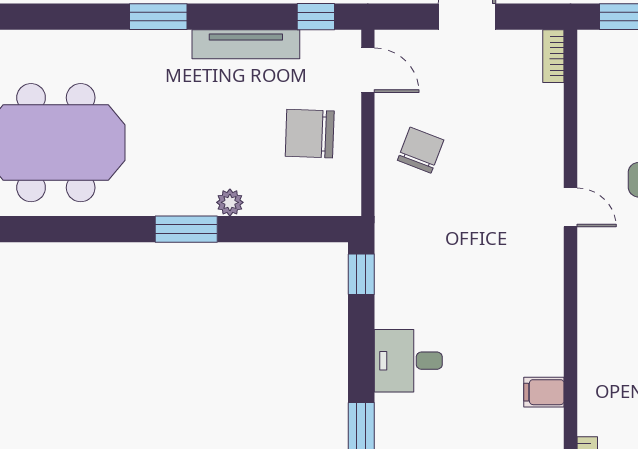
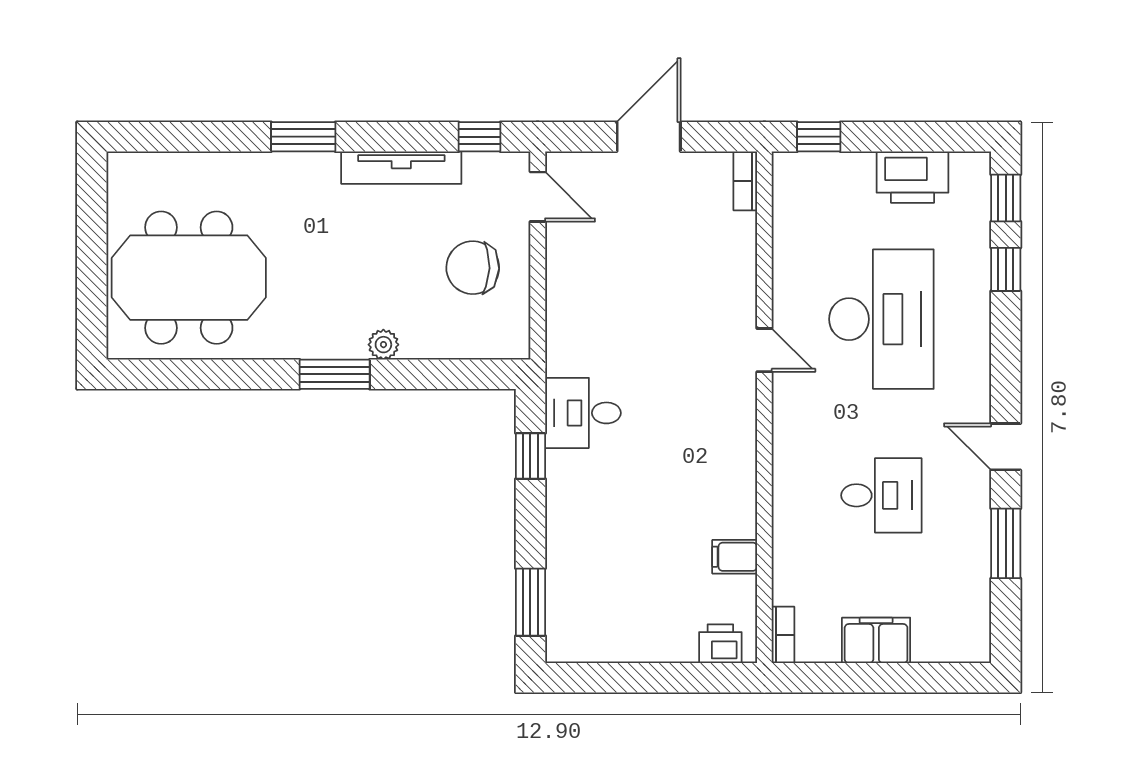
chair: (421, 150) -> (597, 286), removed
window: (361, 274) -> (530, 456), moved
desk: (408, 361) -> (583, 413), moved

